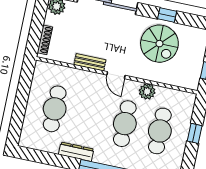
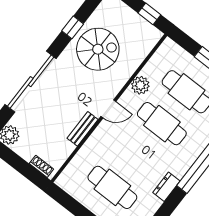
shoe rack: (45, 40) -> (41, 166), width x0.70
dresser: (76, 152) -> (166, 187), width x0.70

